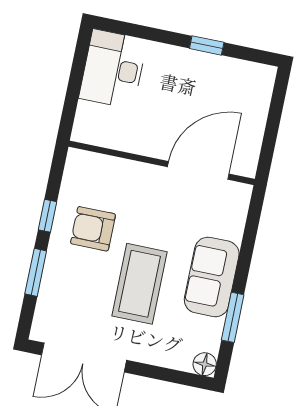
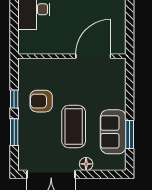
sofa: (212, 277) -> (113, 132), moved
floor lamp: (205, 364) -> (86, 164), moved

